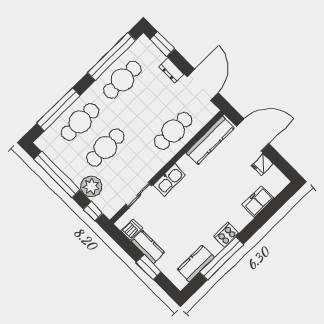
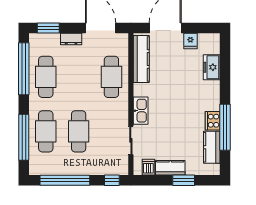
plant: (91, 186) -> (95, 166), removed
cooker: (226, 235) -> (213, 121), moved

